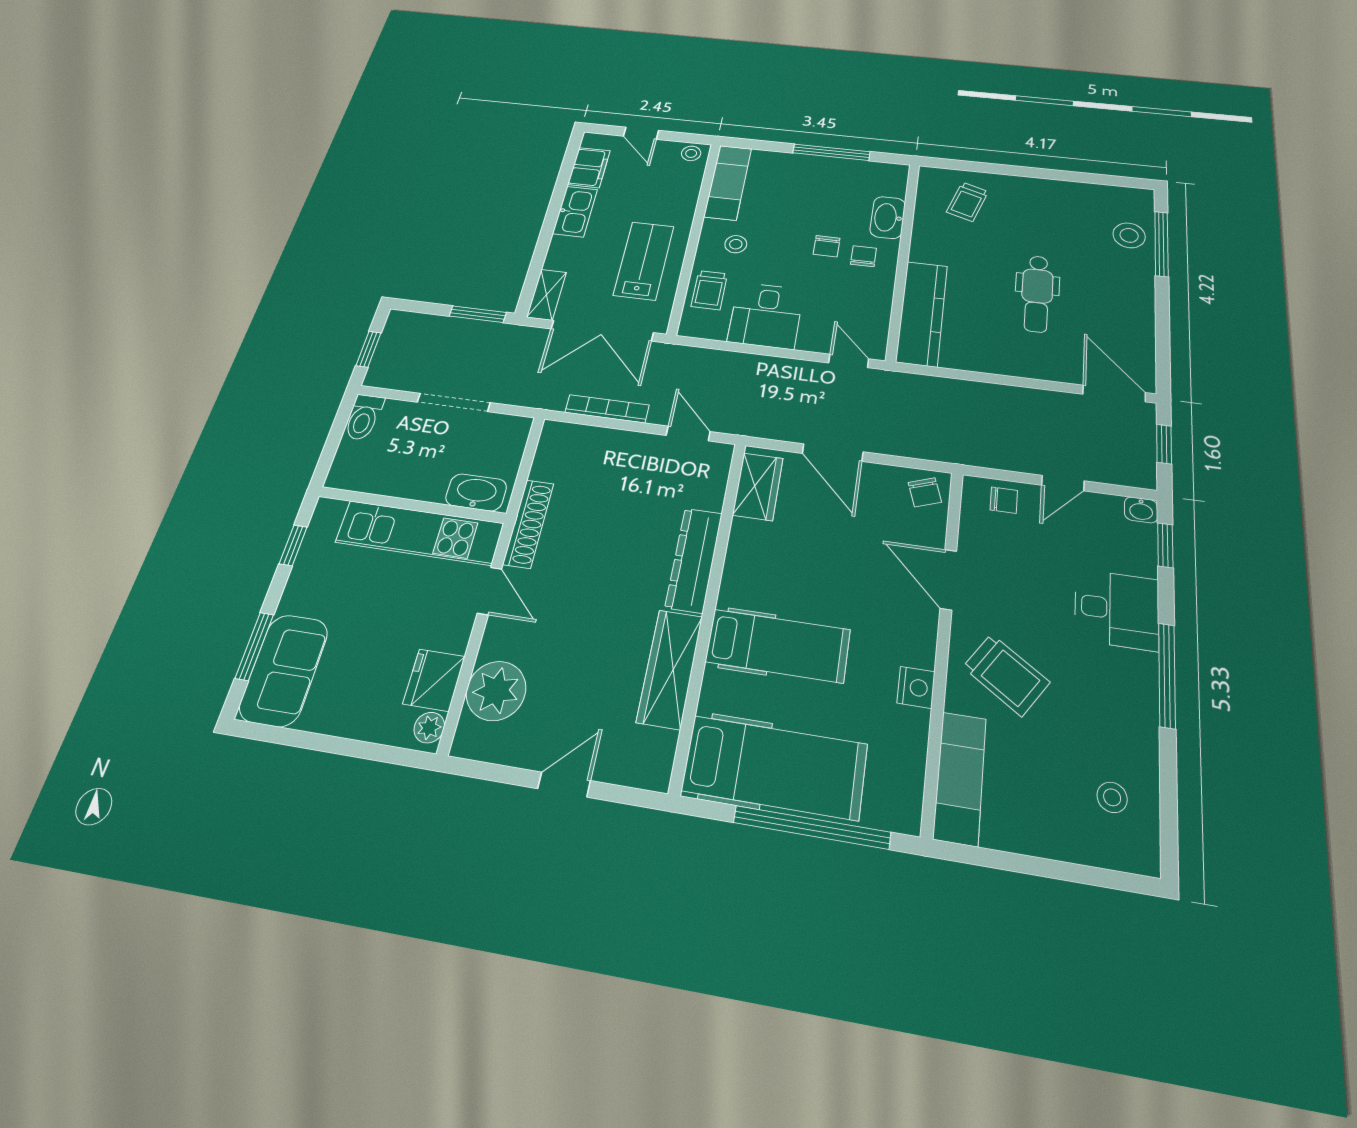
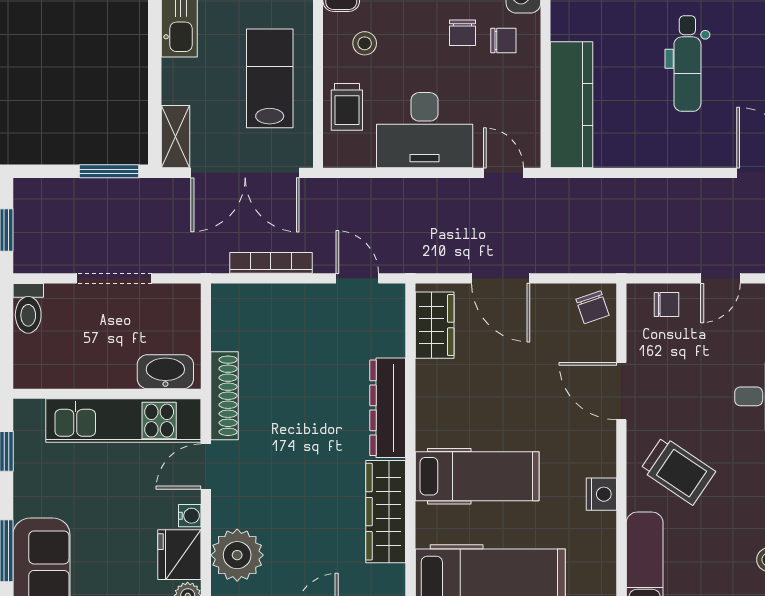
chair: (864, 256) -> (503, 40), turned 90
desk: (766, 316) -> (425, 130), width x1.37
door: (490, 591) -> (206, 467), swing flipped
water cooler: (458, 640) -> (190, 516), added

